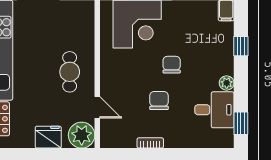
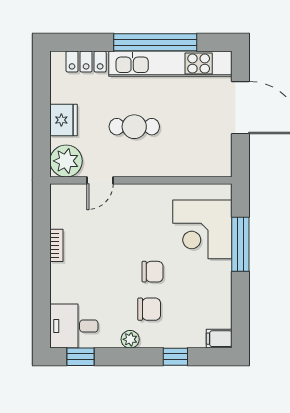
cafe table: (70, 72) -> (134, 127), moved
chair: (159, 101) -> (149, 309), moved
desk: (214, 110) -> (74, 326), moved, turned 90

